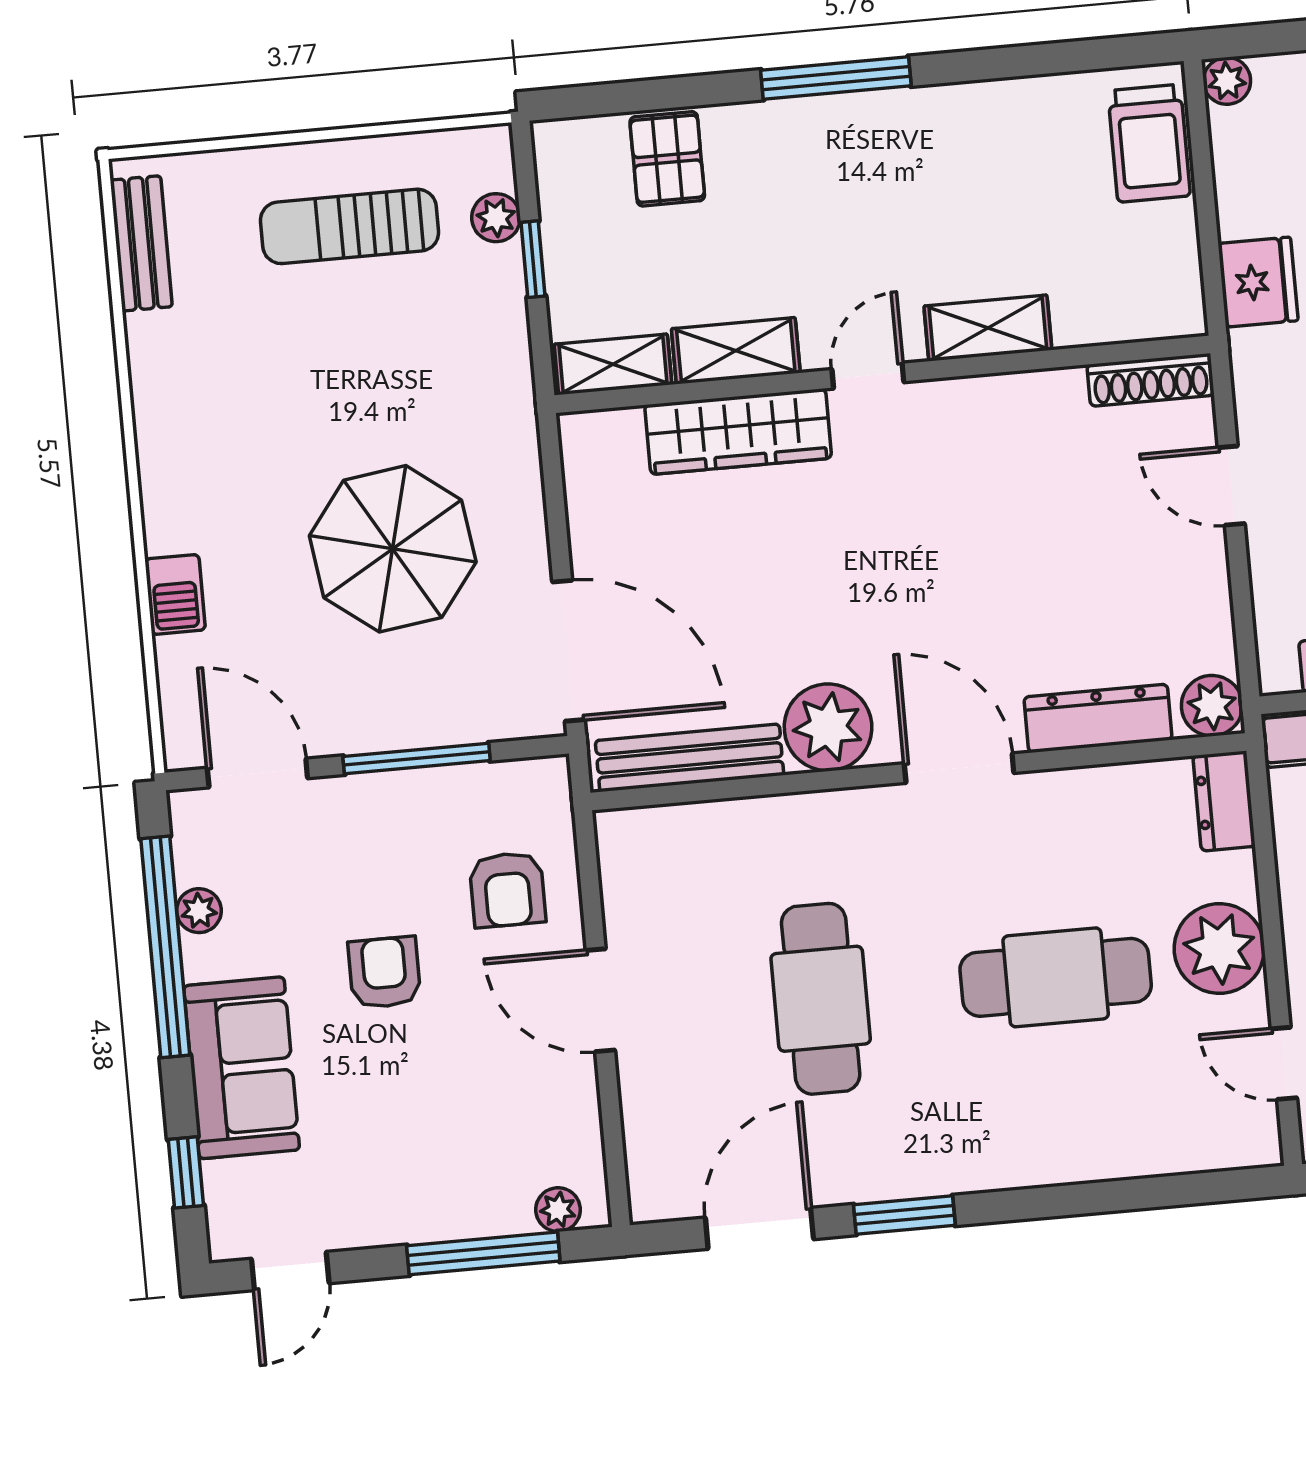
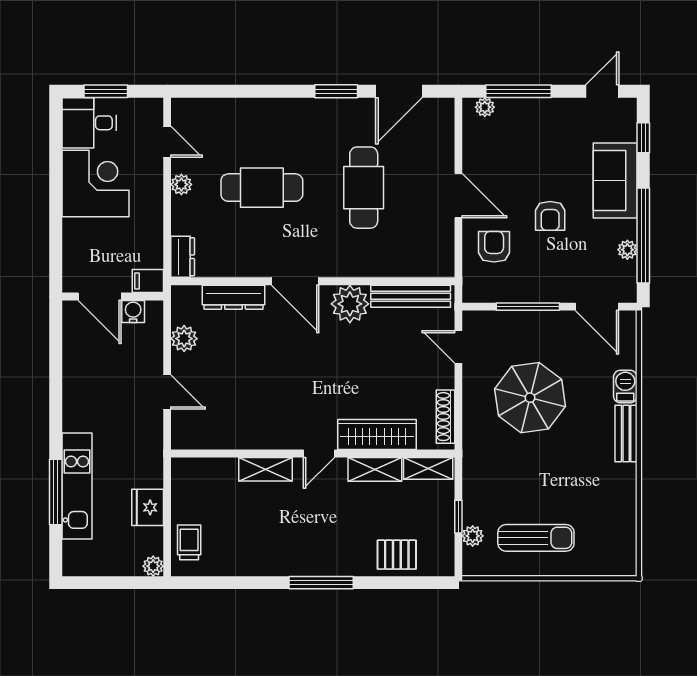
trolley: (1149, 143) -> (189, 542), width x0.73, depth x0.72
pallet: (667, 159) -> (397, 555), turned 90
bench: (141, 243) -> (626, 433), moved
fridge: (1258, 282) -> (148, 507), moved
shoe rack: (1151, 380) -> (446, 417), moved, turned -90
door: (569, 651) -> (458, 347), width x0.53
plant: (1212, 706) -> (184, 339), moved
plant: (1219, 949) -> (181, 184), width x0.53, depth x0.53

